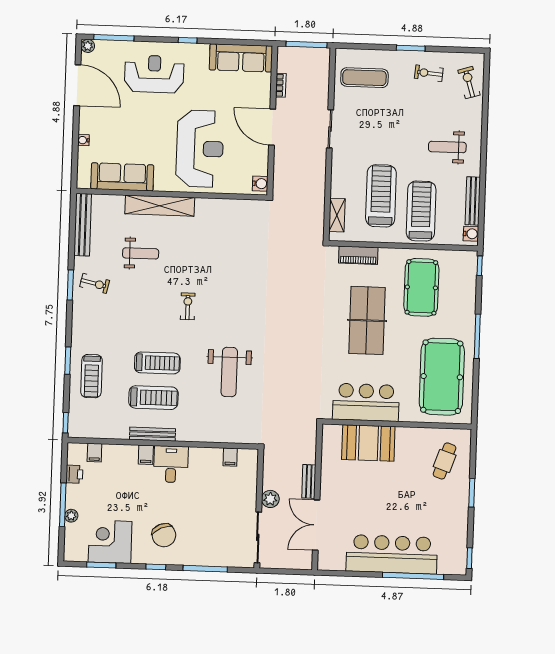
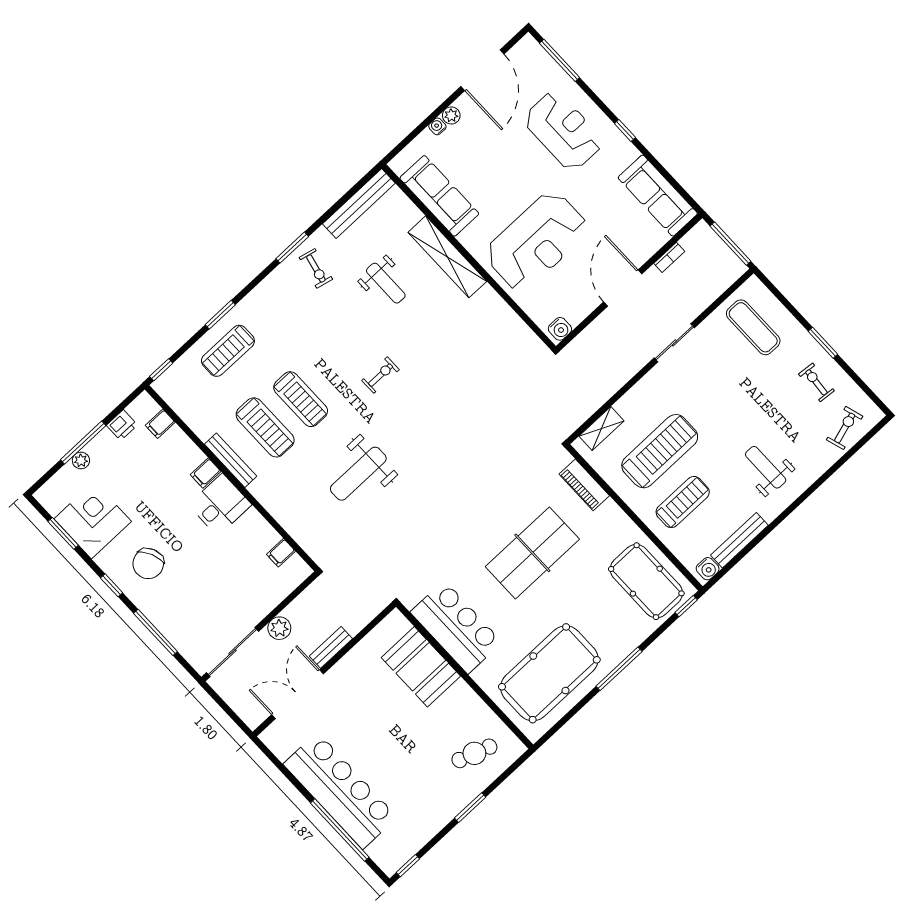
plant: (88, 46) -> (451, 115), moved
treadmill: (421, 211) -> (683, 502), width x0.73, depth x0.73
pool table: (421, 287) -> (646, 581), moved, turned 90

